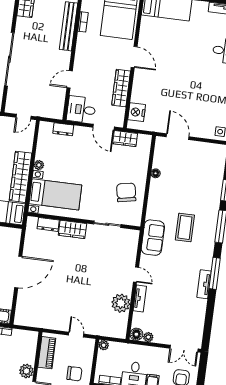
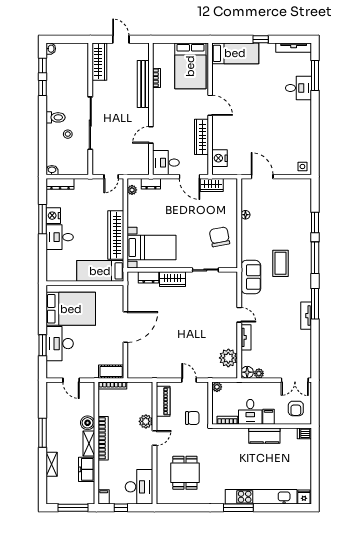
plant: (39, 165) -> (132, 190), moved
plant: (121, 303) -> (228, 358), moved

